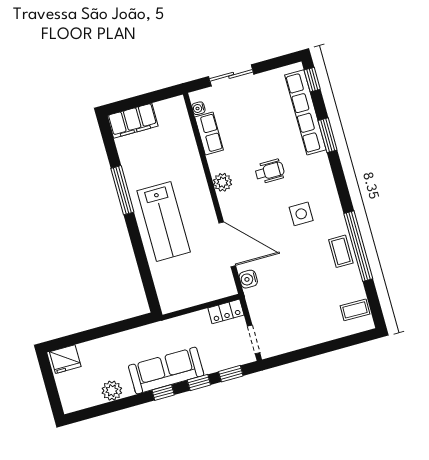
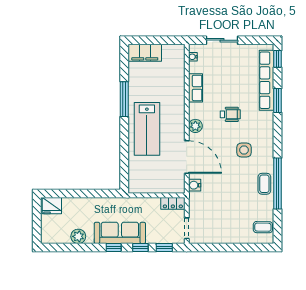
row of seats: (209, 133) -> (195, 88), moved
plant: (222, 182) -> (195, 126), moved

